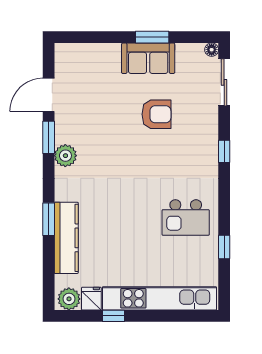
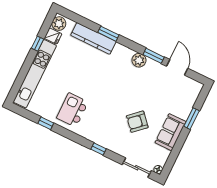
window: (152, 37) -> (192, 119), moved
armchair: (156, 114) -> (137, 122), turned 48

